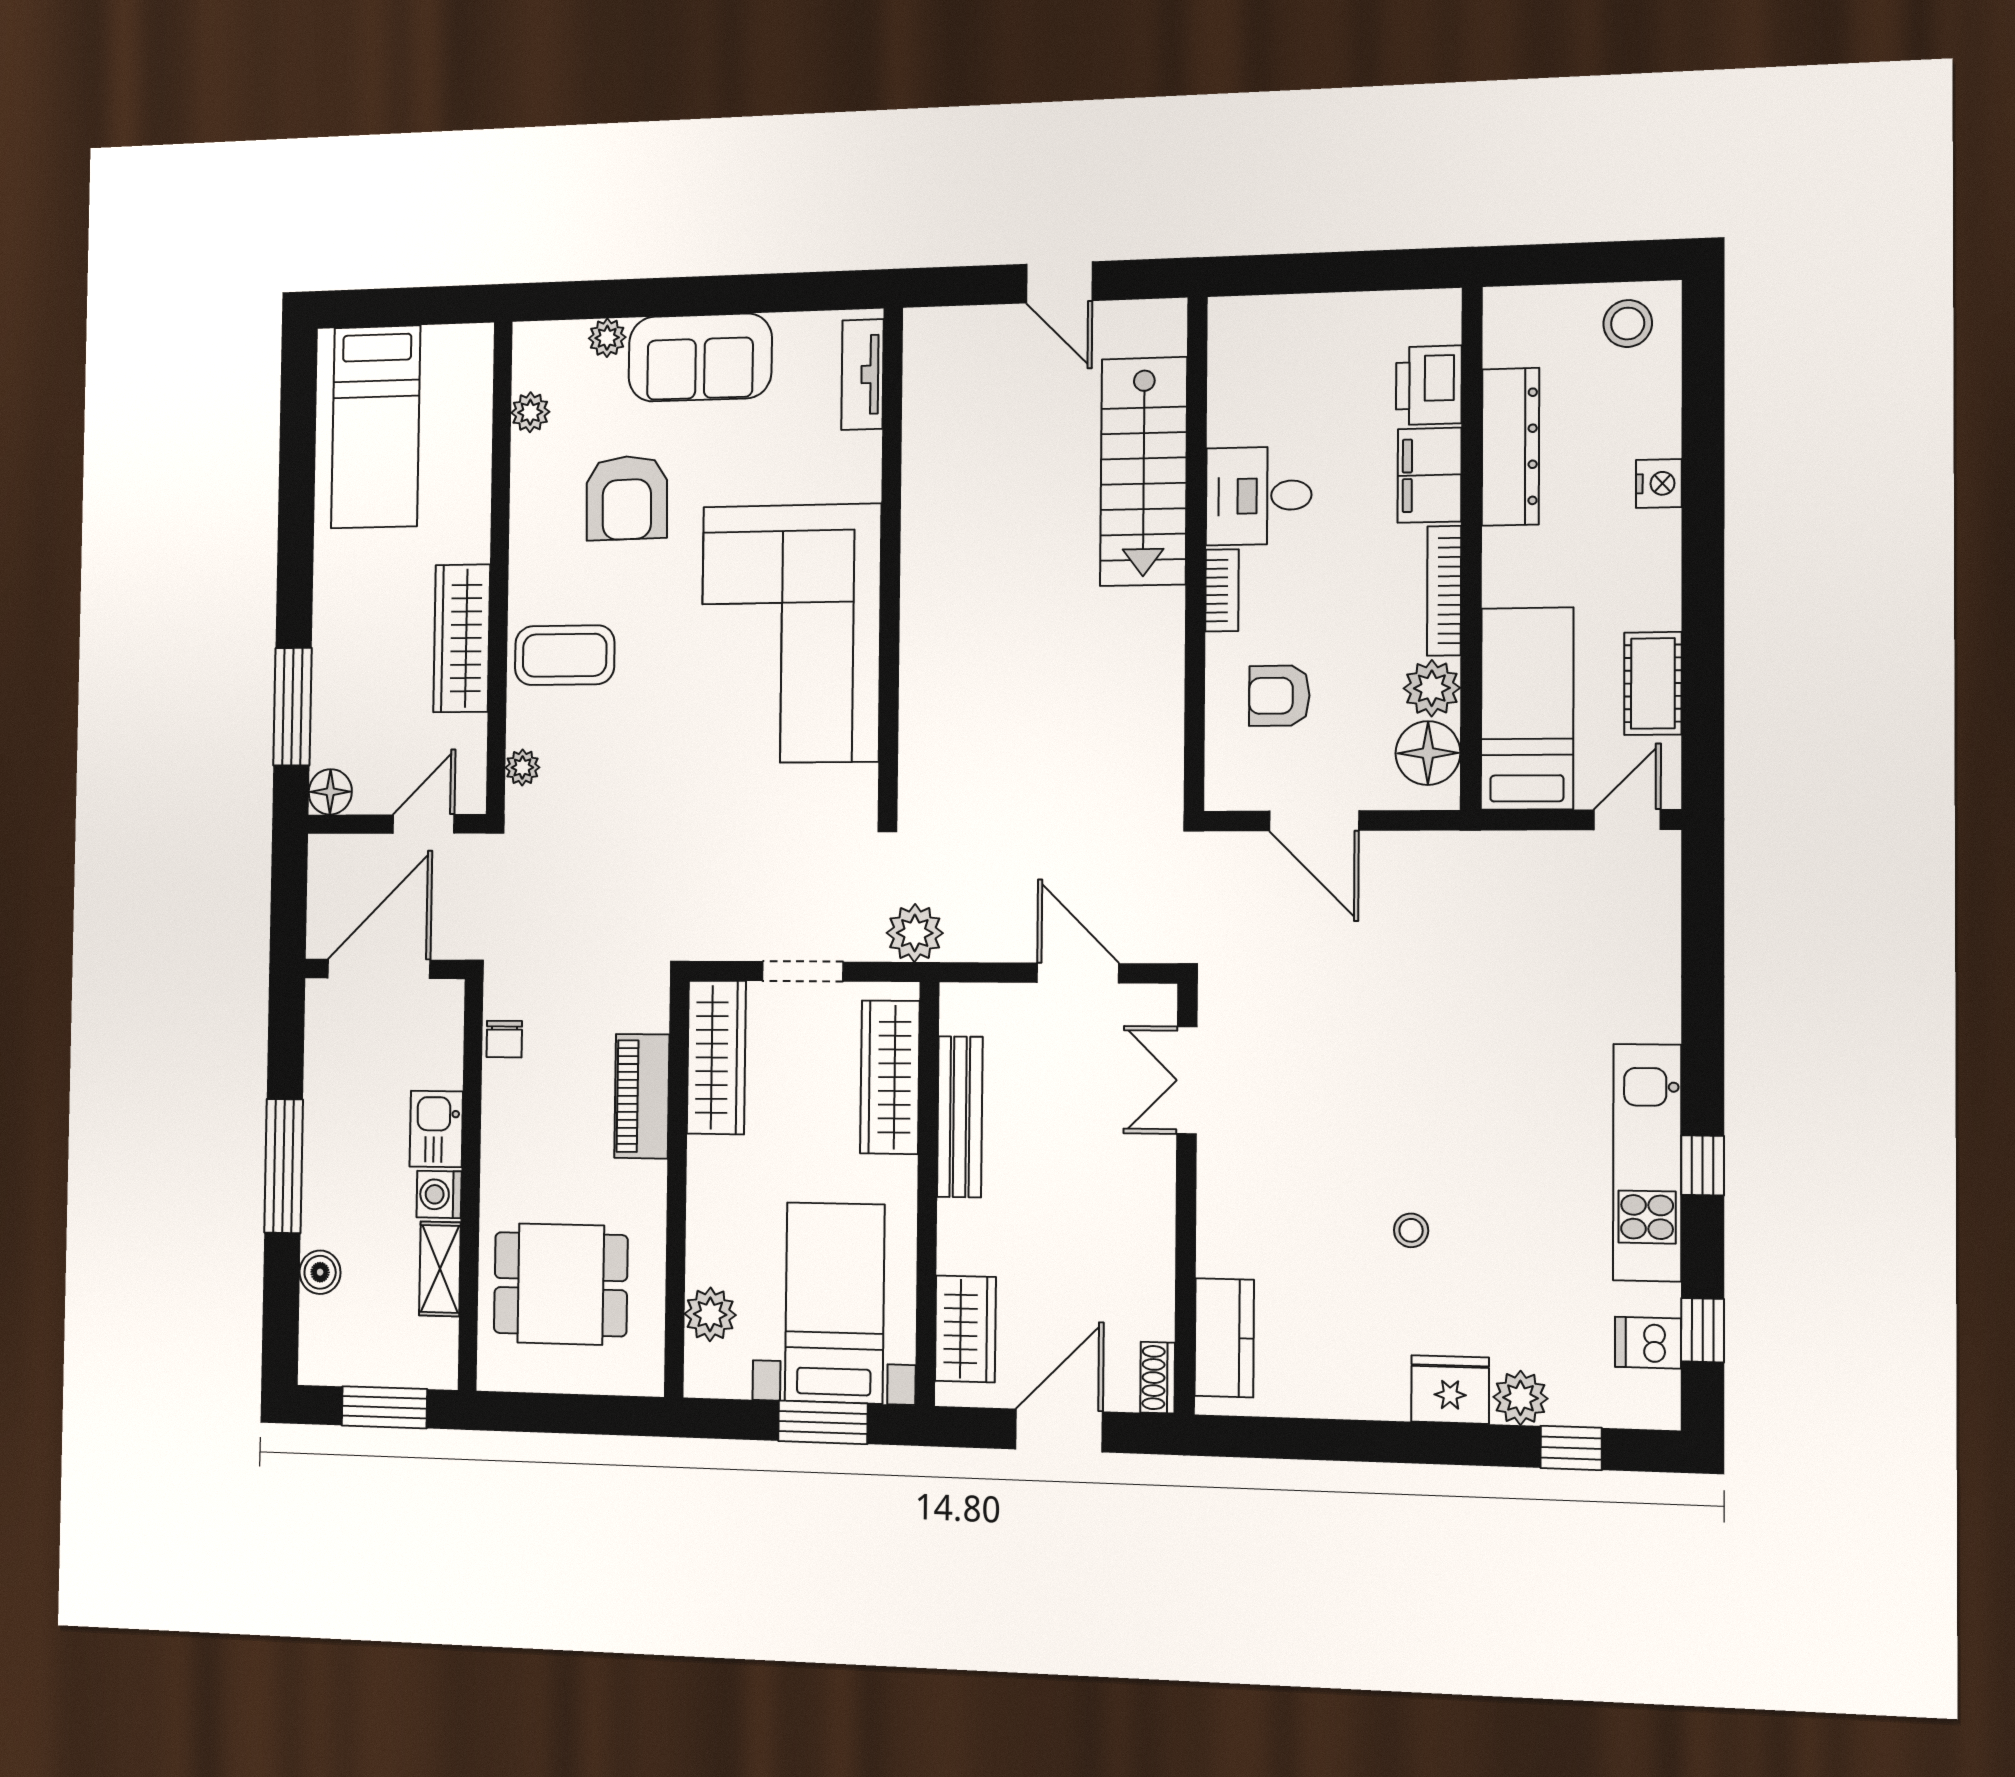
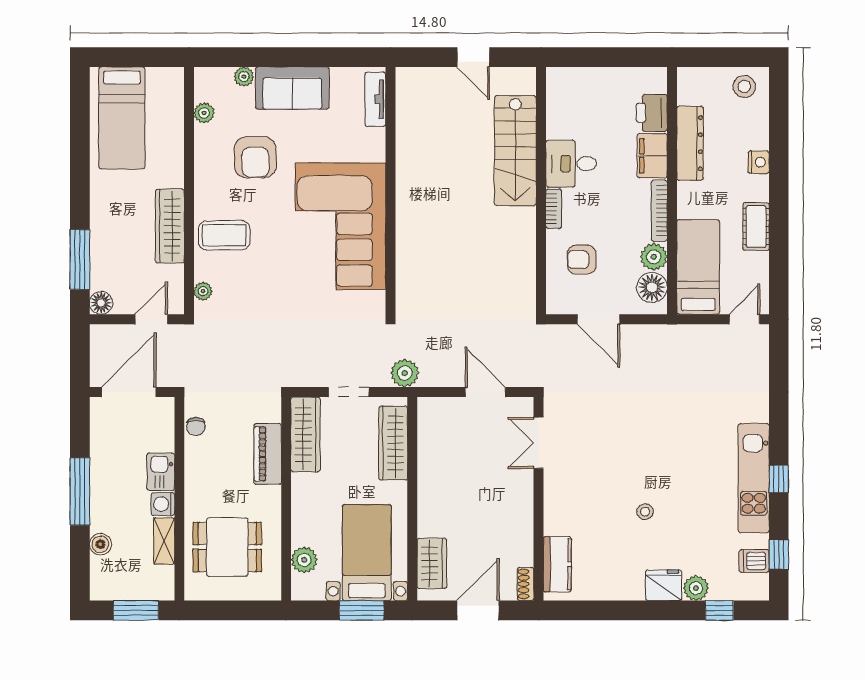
cot: (1653, 683) -> (756, 227), moved
bench: (960, 1117) -> (428, 462), removed

